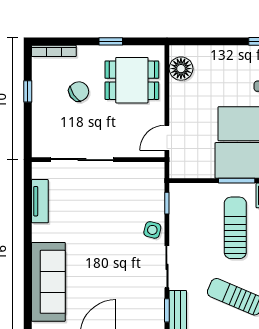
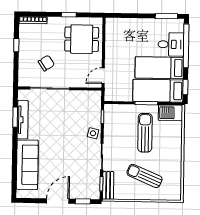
floor lamp: (181, 69) -> (113, 32), removed
chair: (79, 91) -> (46, 63), moved
tv unit: (40, 201) -> (23, 120), width x1.41
window: (28, 206) -> (15, 117), added

